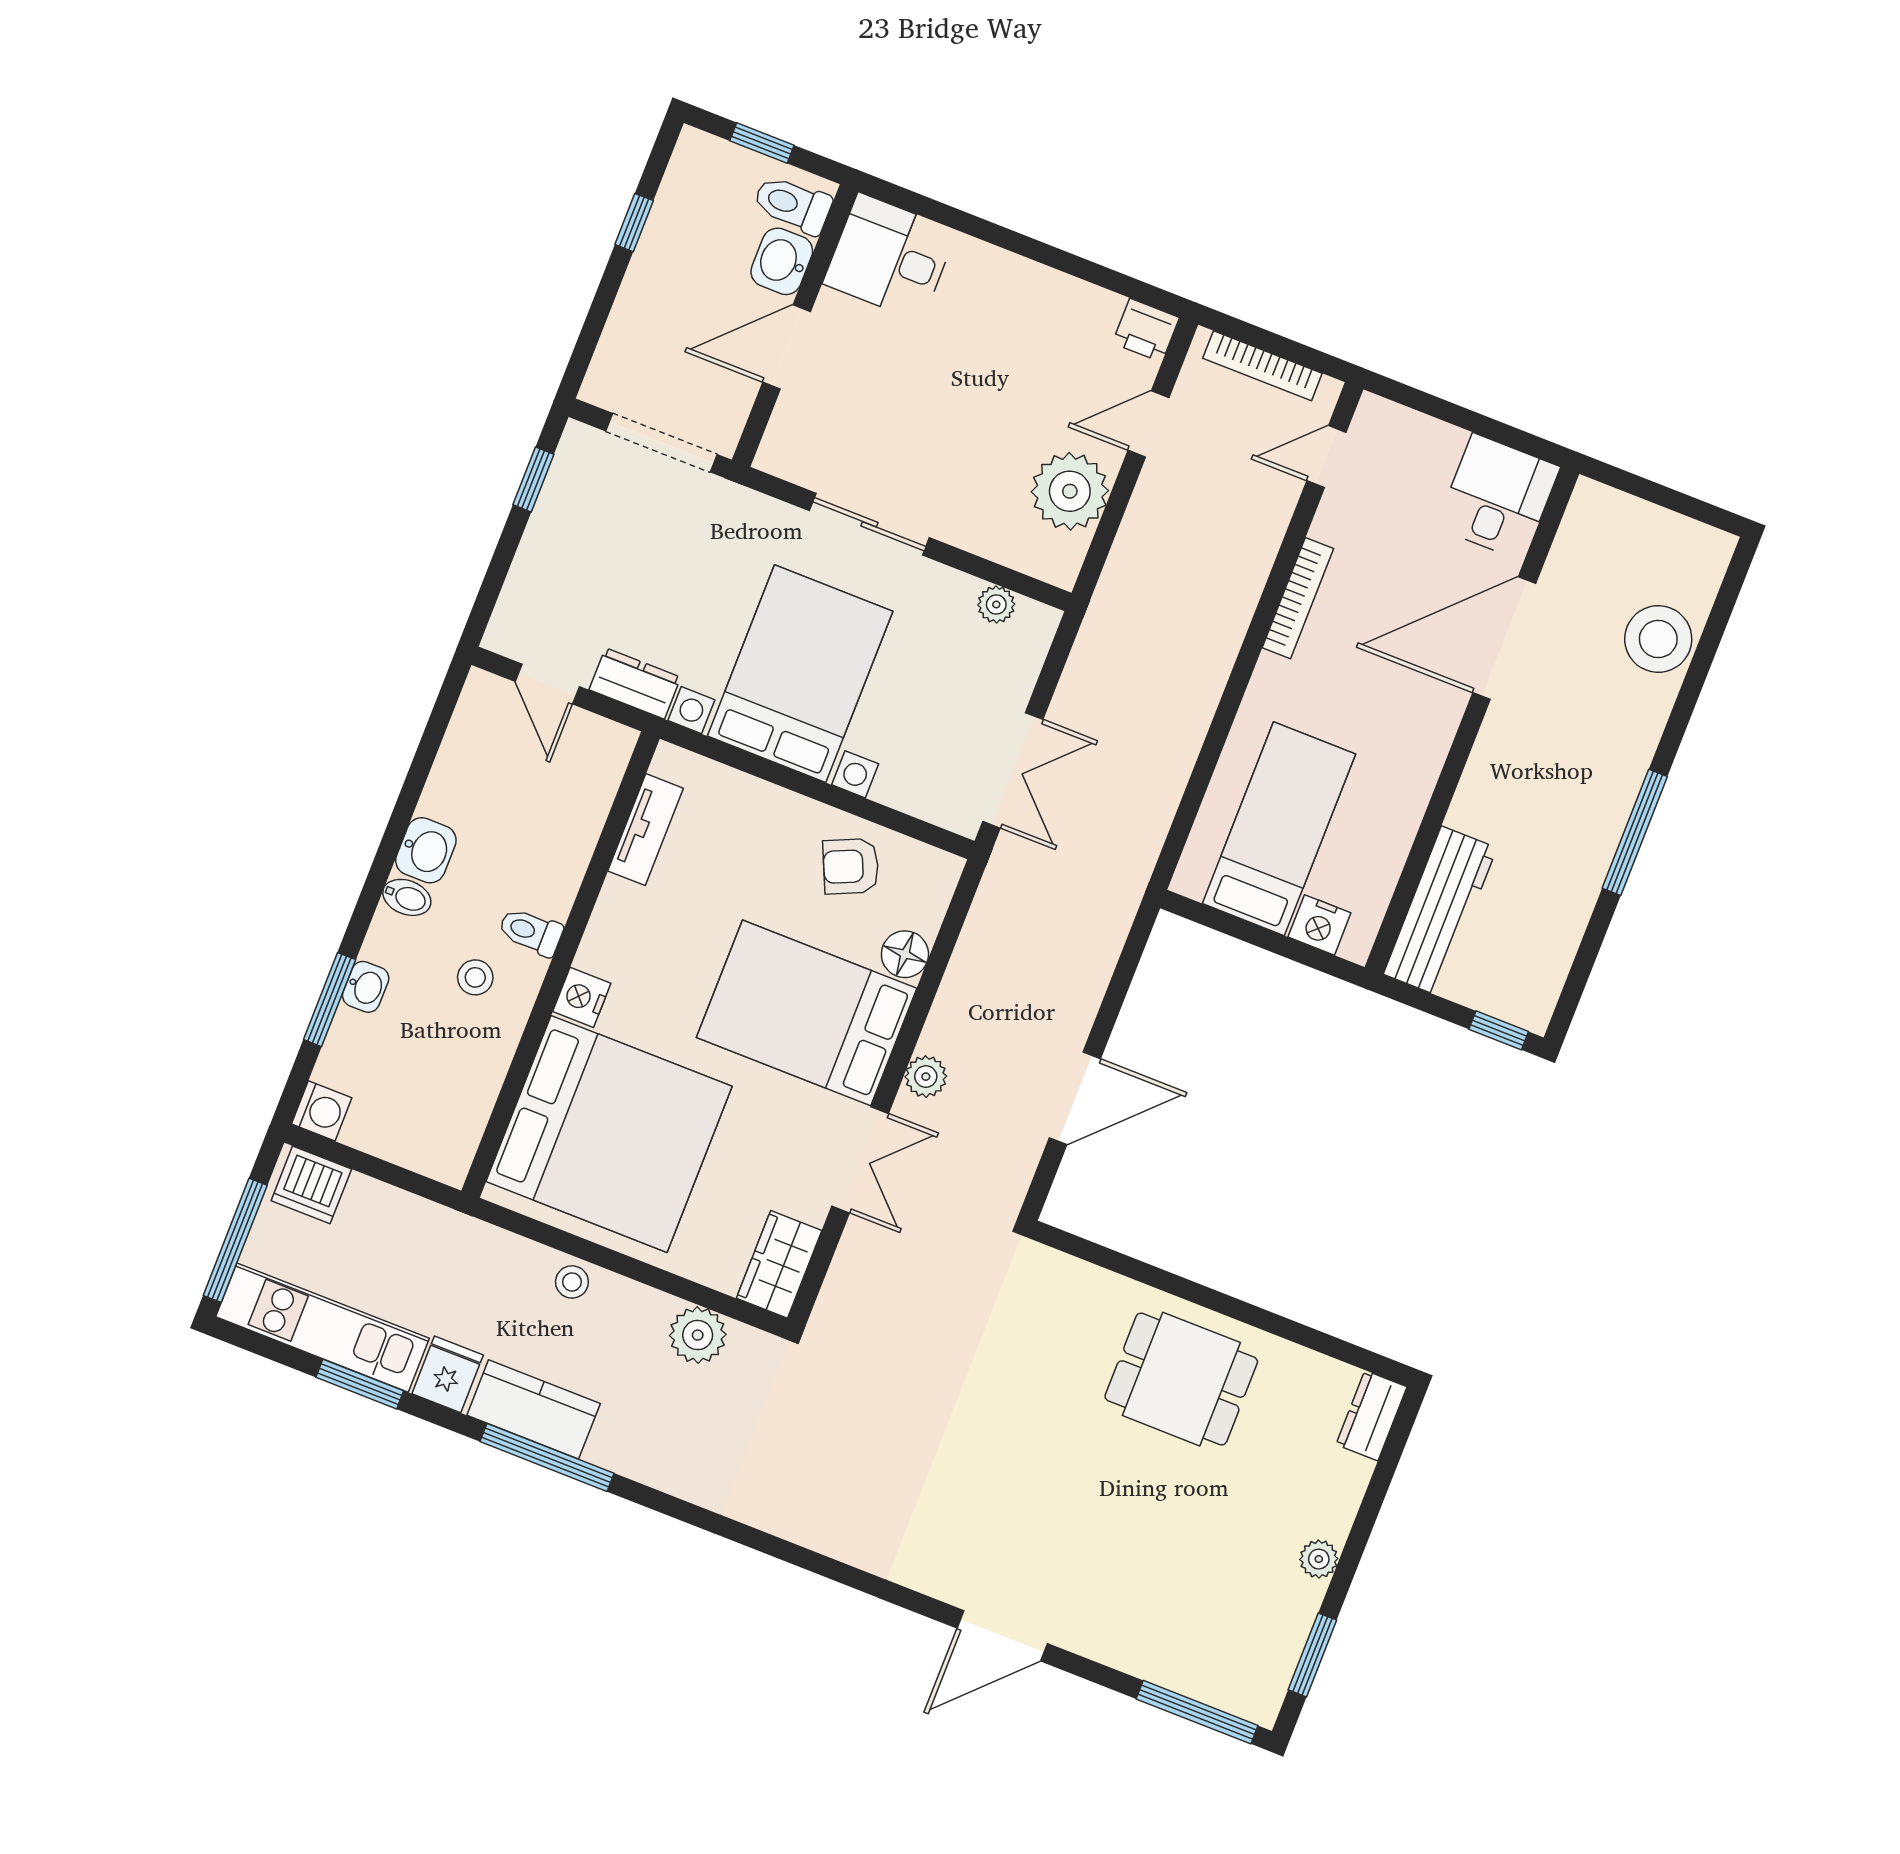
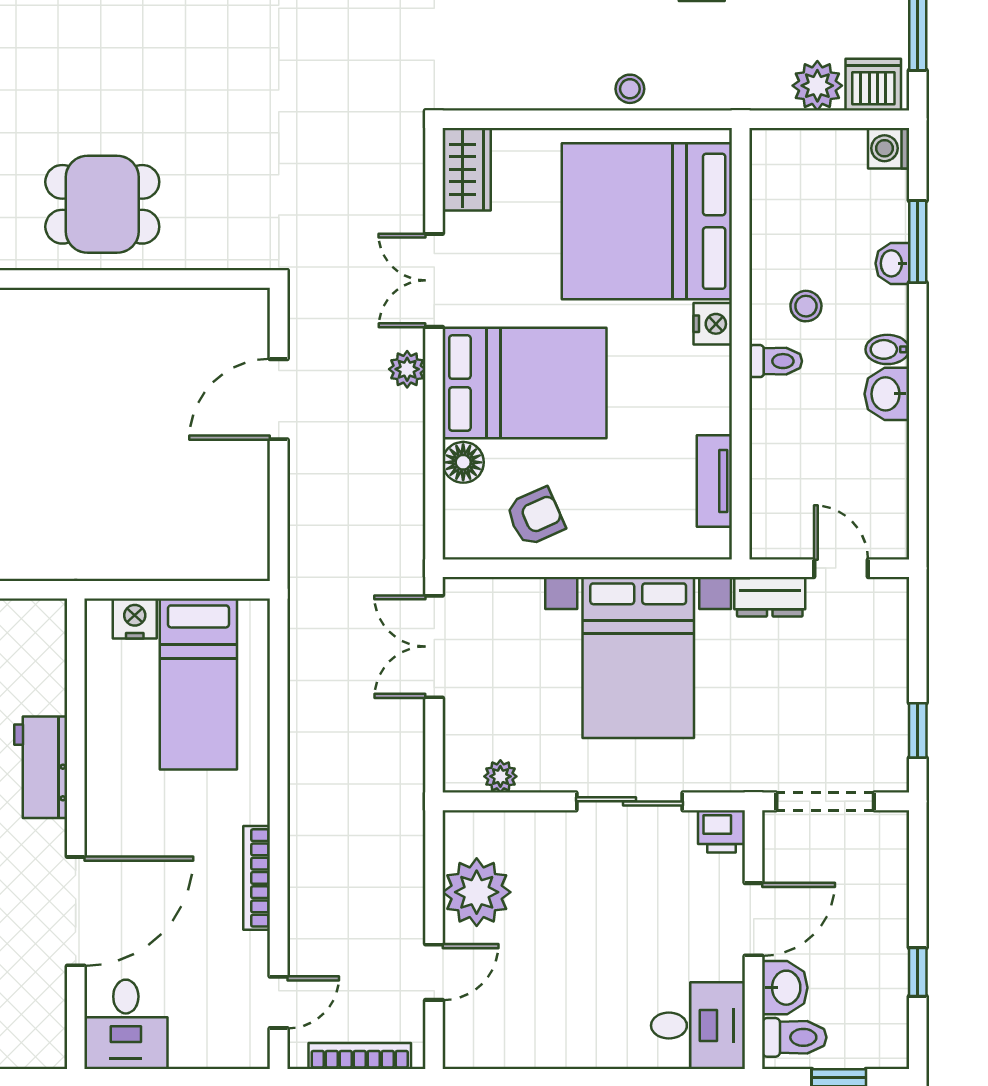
printer: (1146, 330) -> (721, 831), moved, turned 180
workbench: (1440, 911) -> (41, 767), moved, width x0.73
plant: (698, 1335) -> (817, 86), moved

